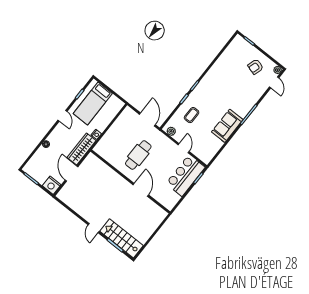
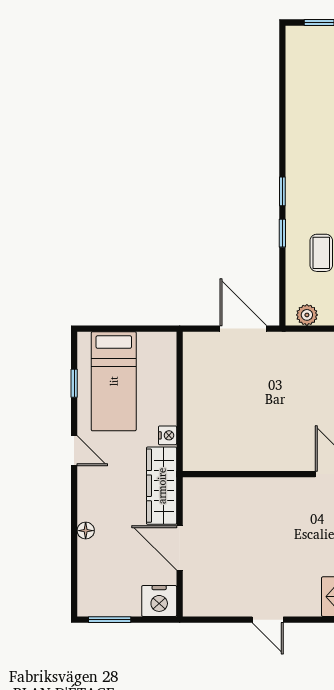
cafe table: (138, 155) -> (280, 411), removed
door: (94, 228) -> (268, 620), moved

